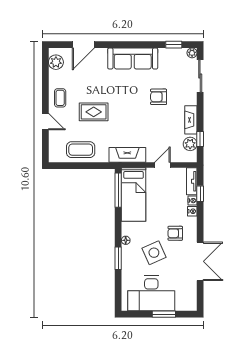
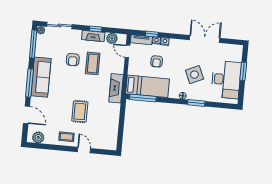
window: (124, 45) -> (29, 83), added
window: (174, 45) -> (33, 44), width x2.17
door: (45, 122) -> (84, 150), hinge flipped
window: (200, 139) -> (96, 29), moved
coffee table: (81, 150) -> (93, 63), moved
door: (162, 165) -> (127, 51), moved
armchair: (175, 233) -> (157, 61), moved

